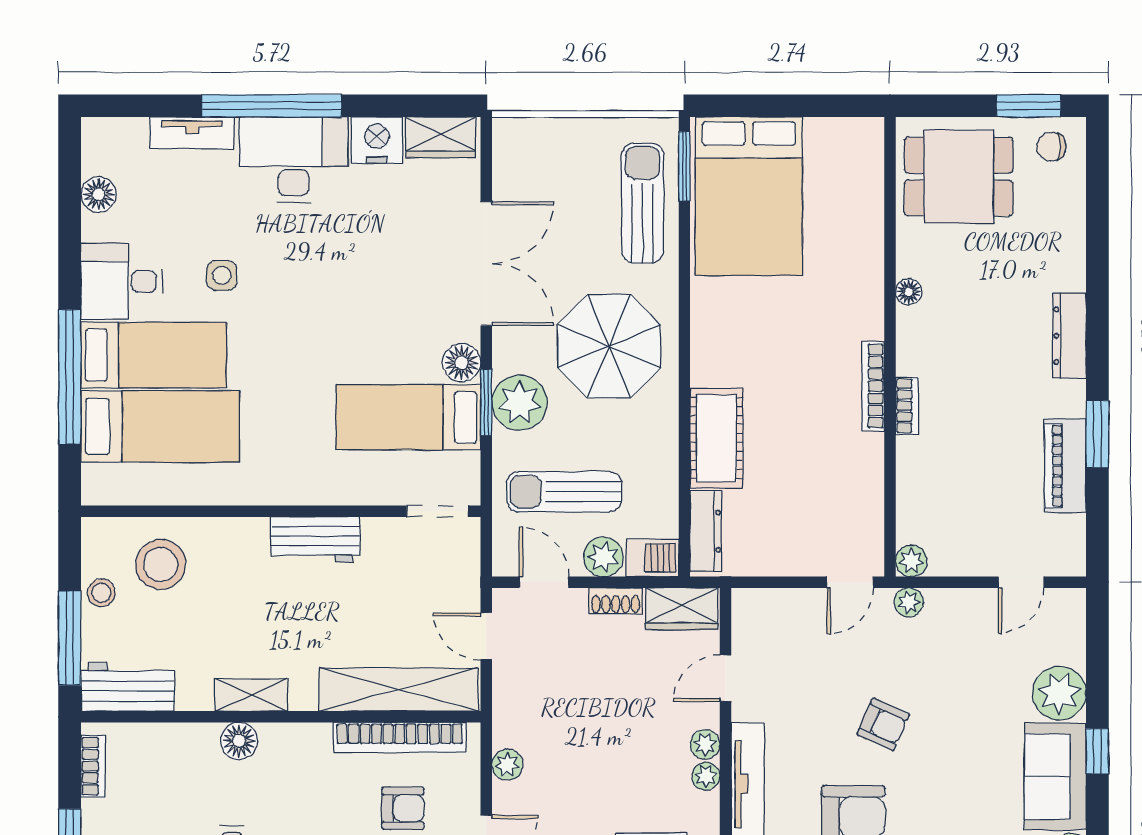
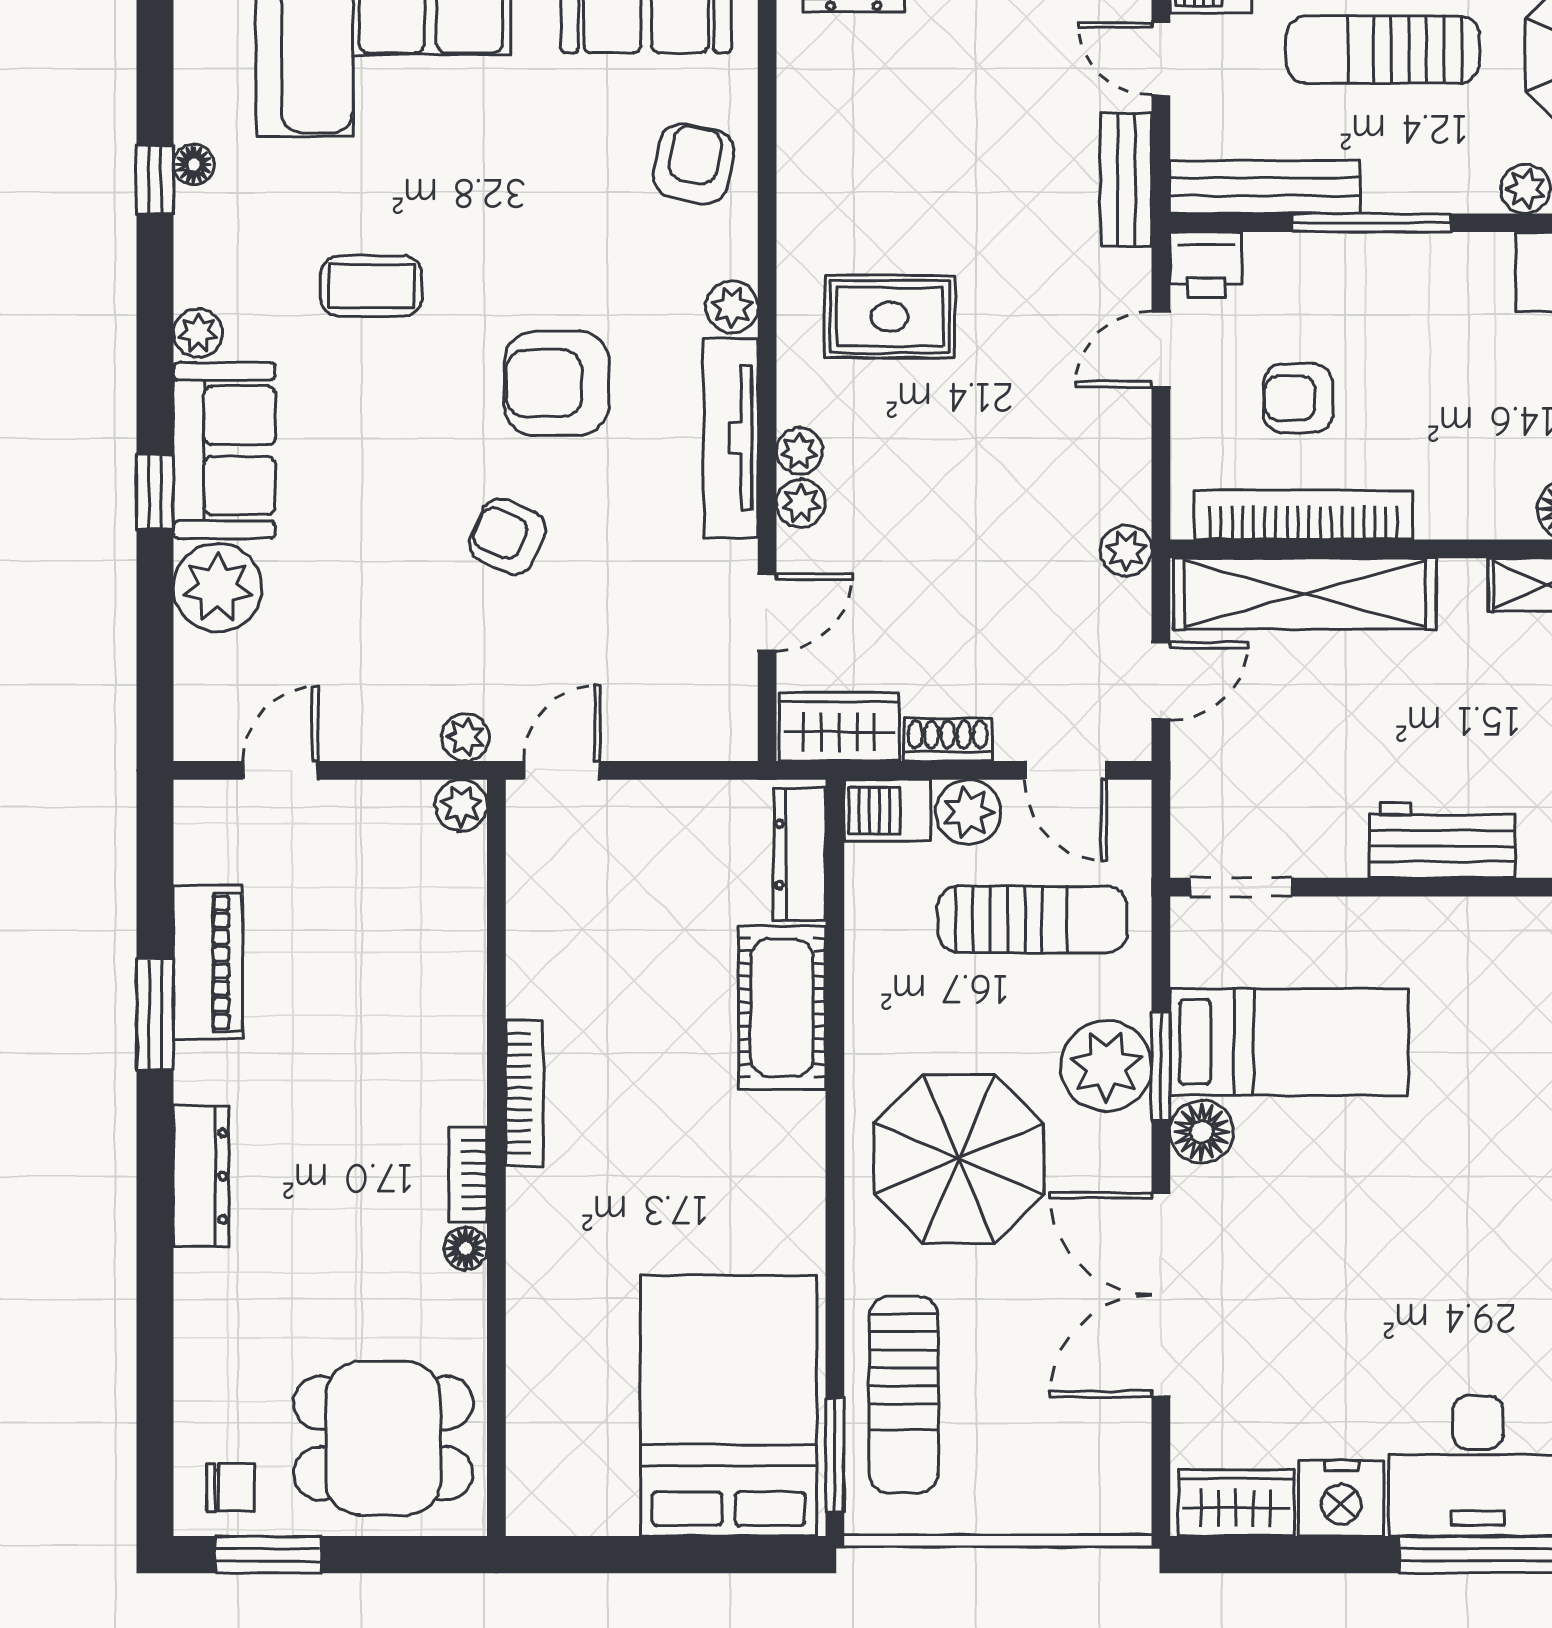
bookcase: (907, 406) -> (468, 1174), moved
door: (486, 636) -> (1161, 681), hinge flipped
plant: (507, 765) -> (1126, 550), moved

